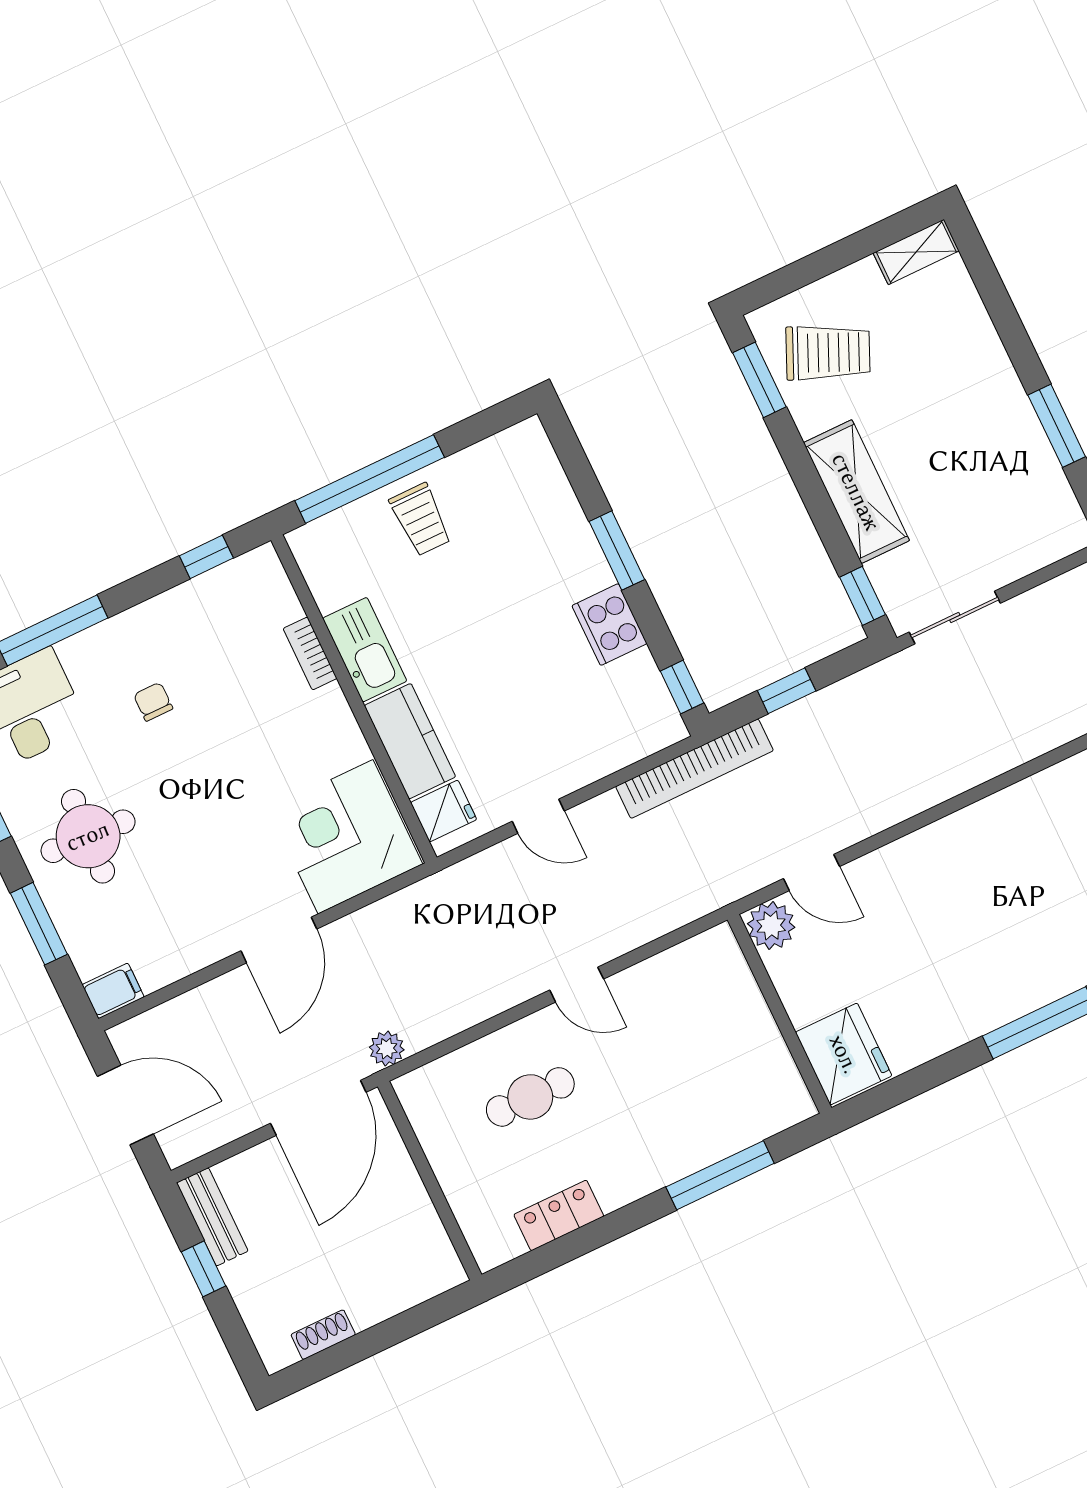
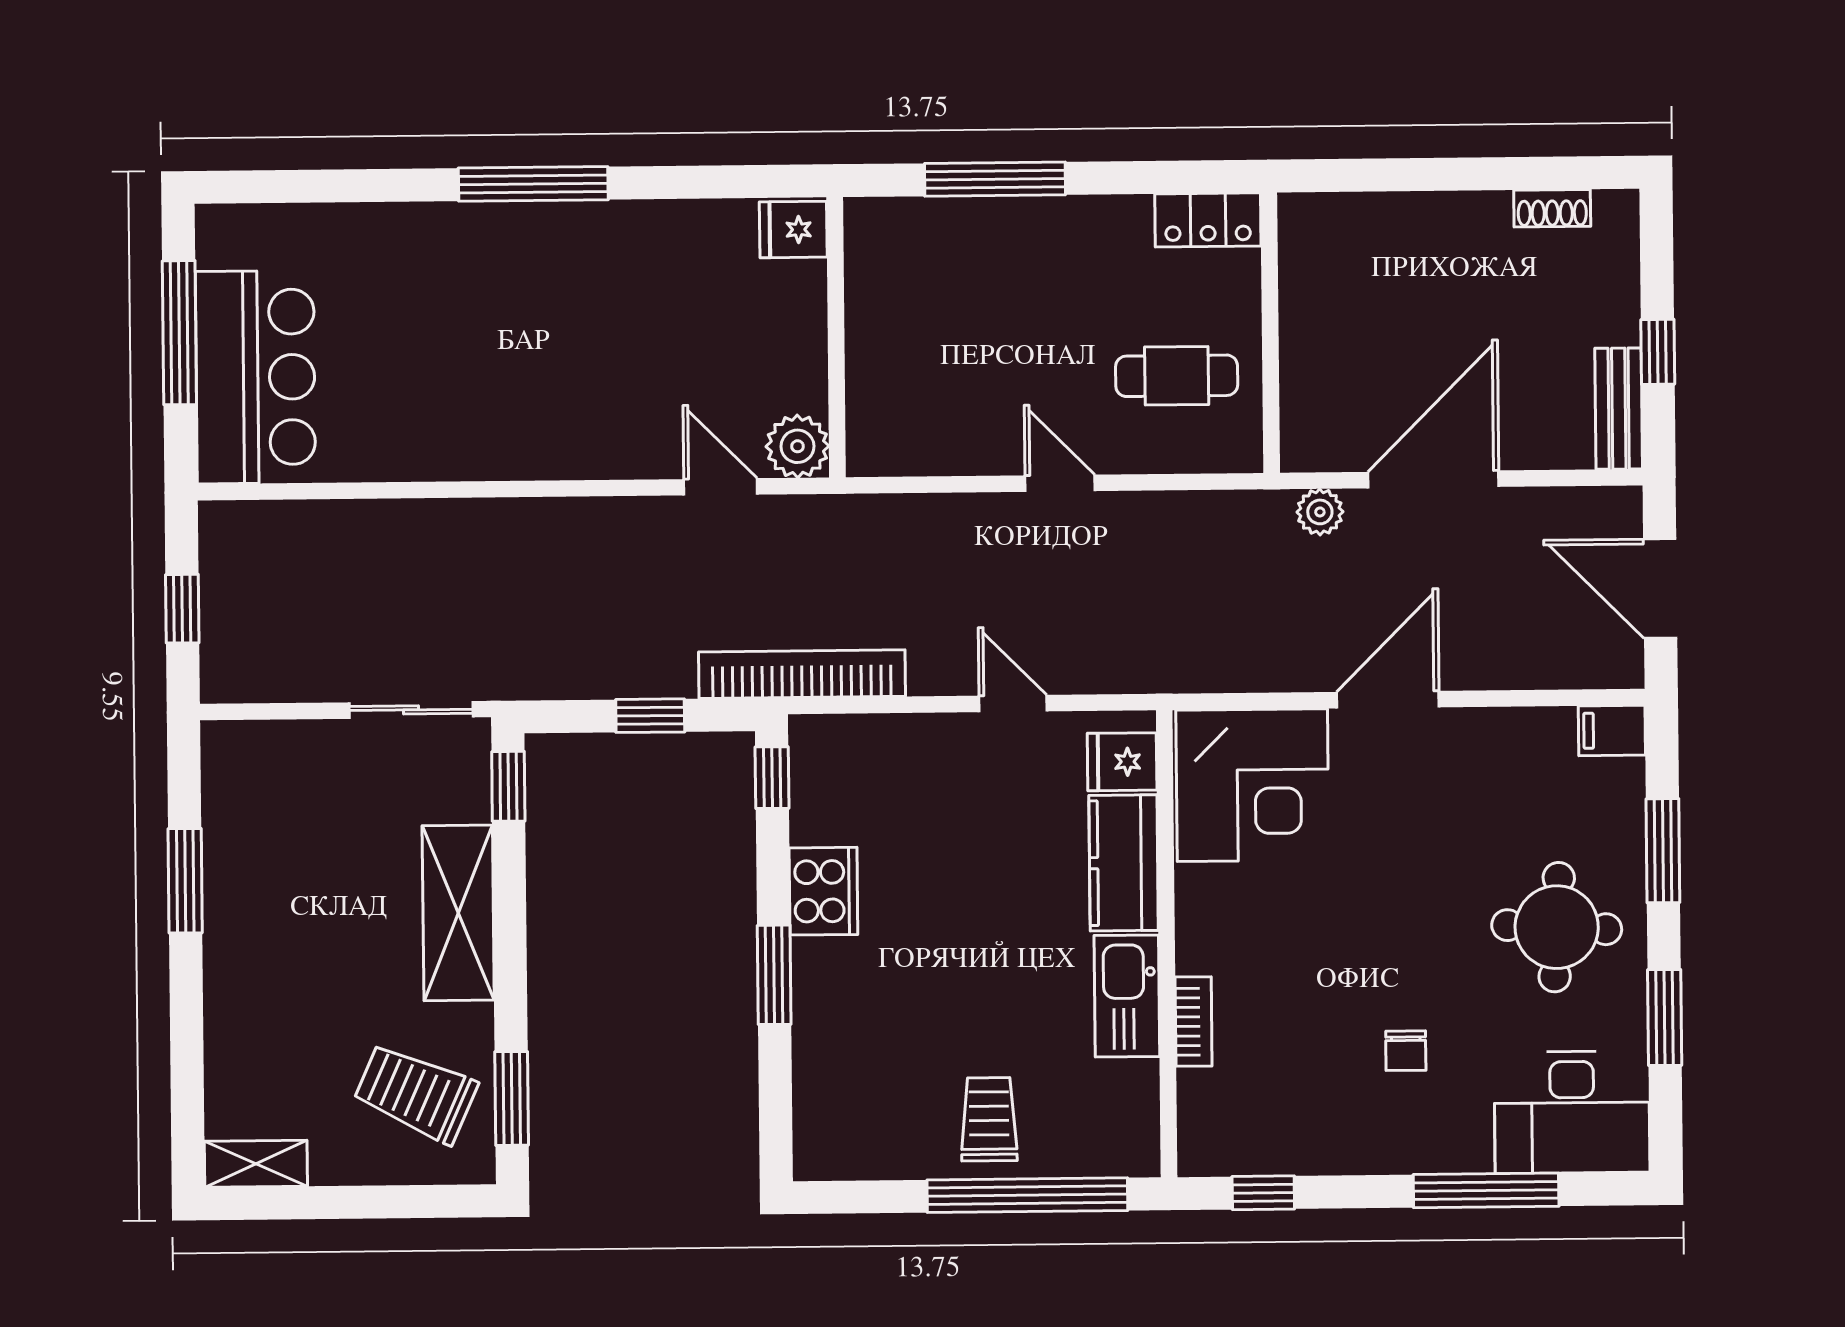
fridge: (844, 1054) -> (793, 230), width x0.53, depth x0.75
wall: (430, 1181) -> (1270, 333), moved

